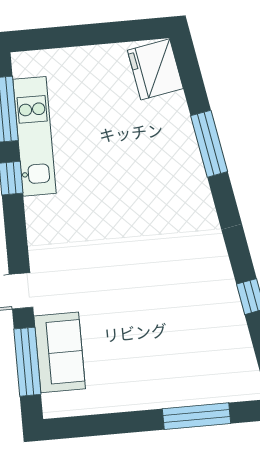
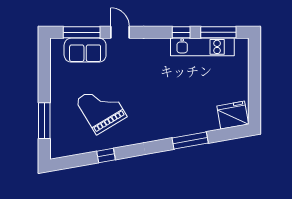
grand piano: (164, 313) -> (101, 108), added

